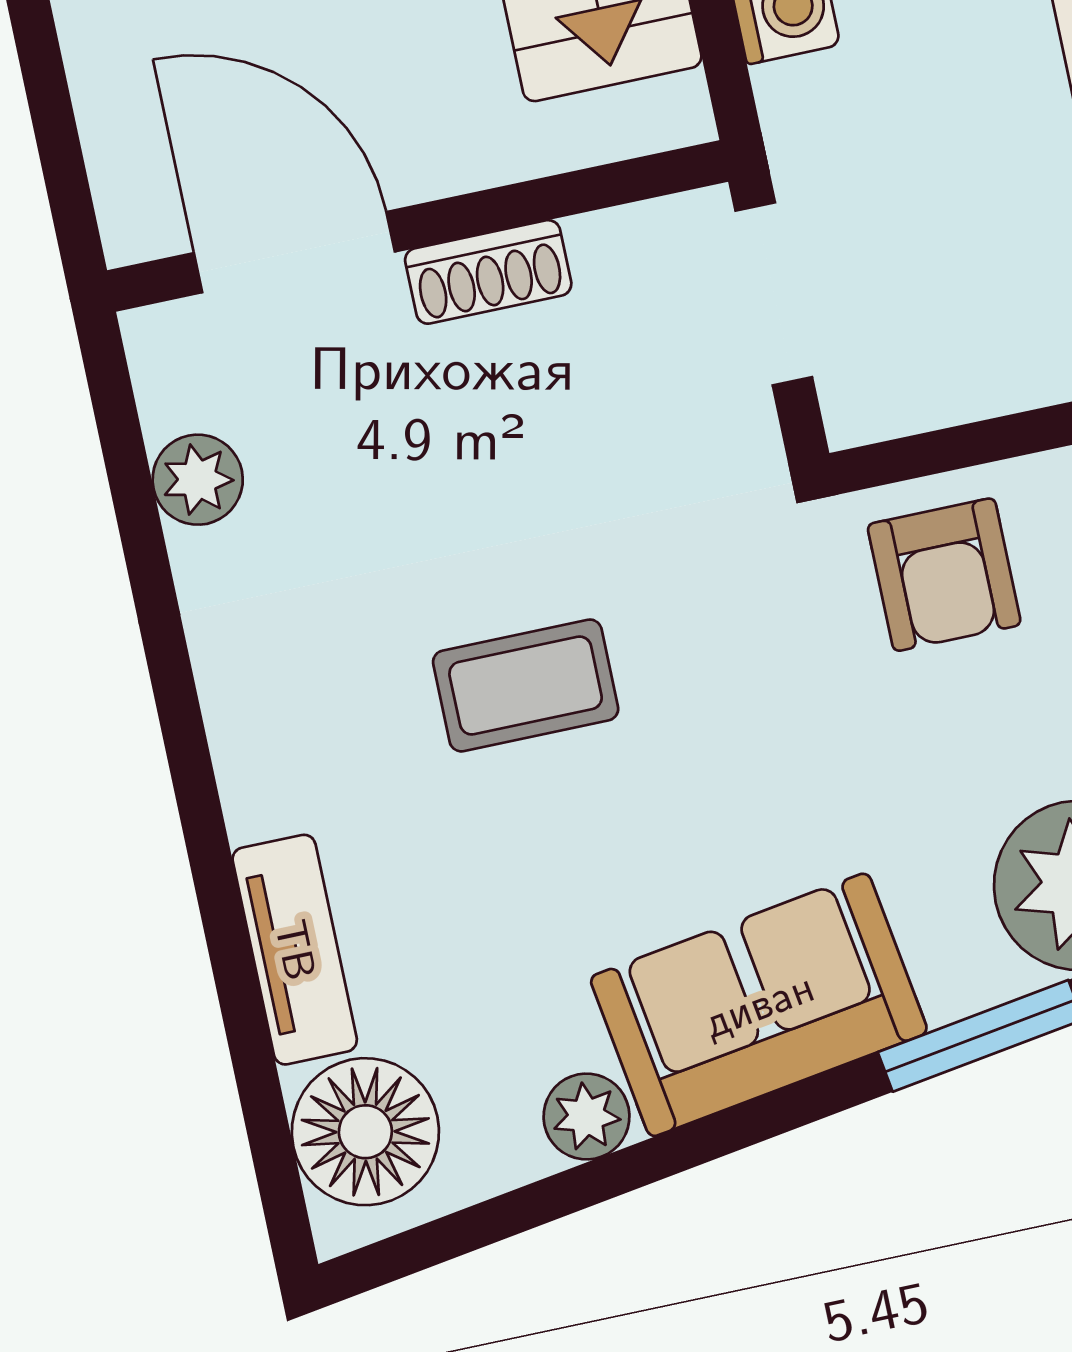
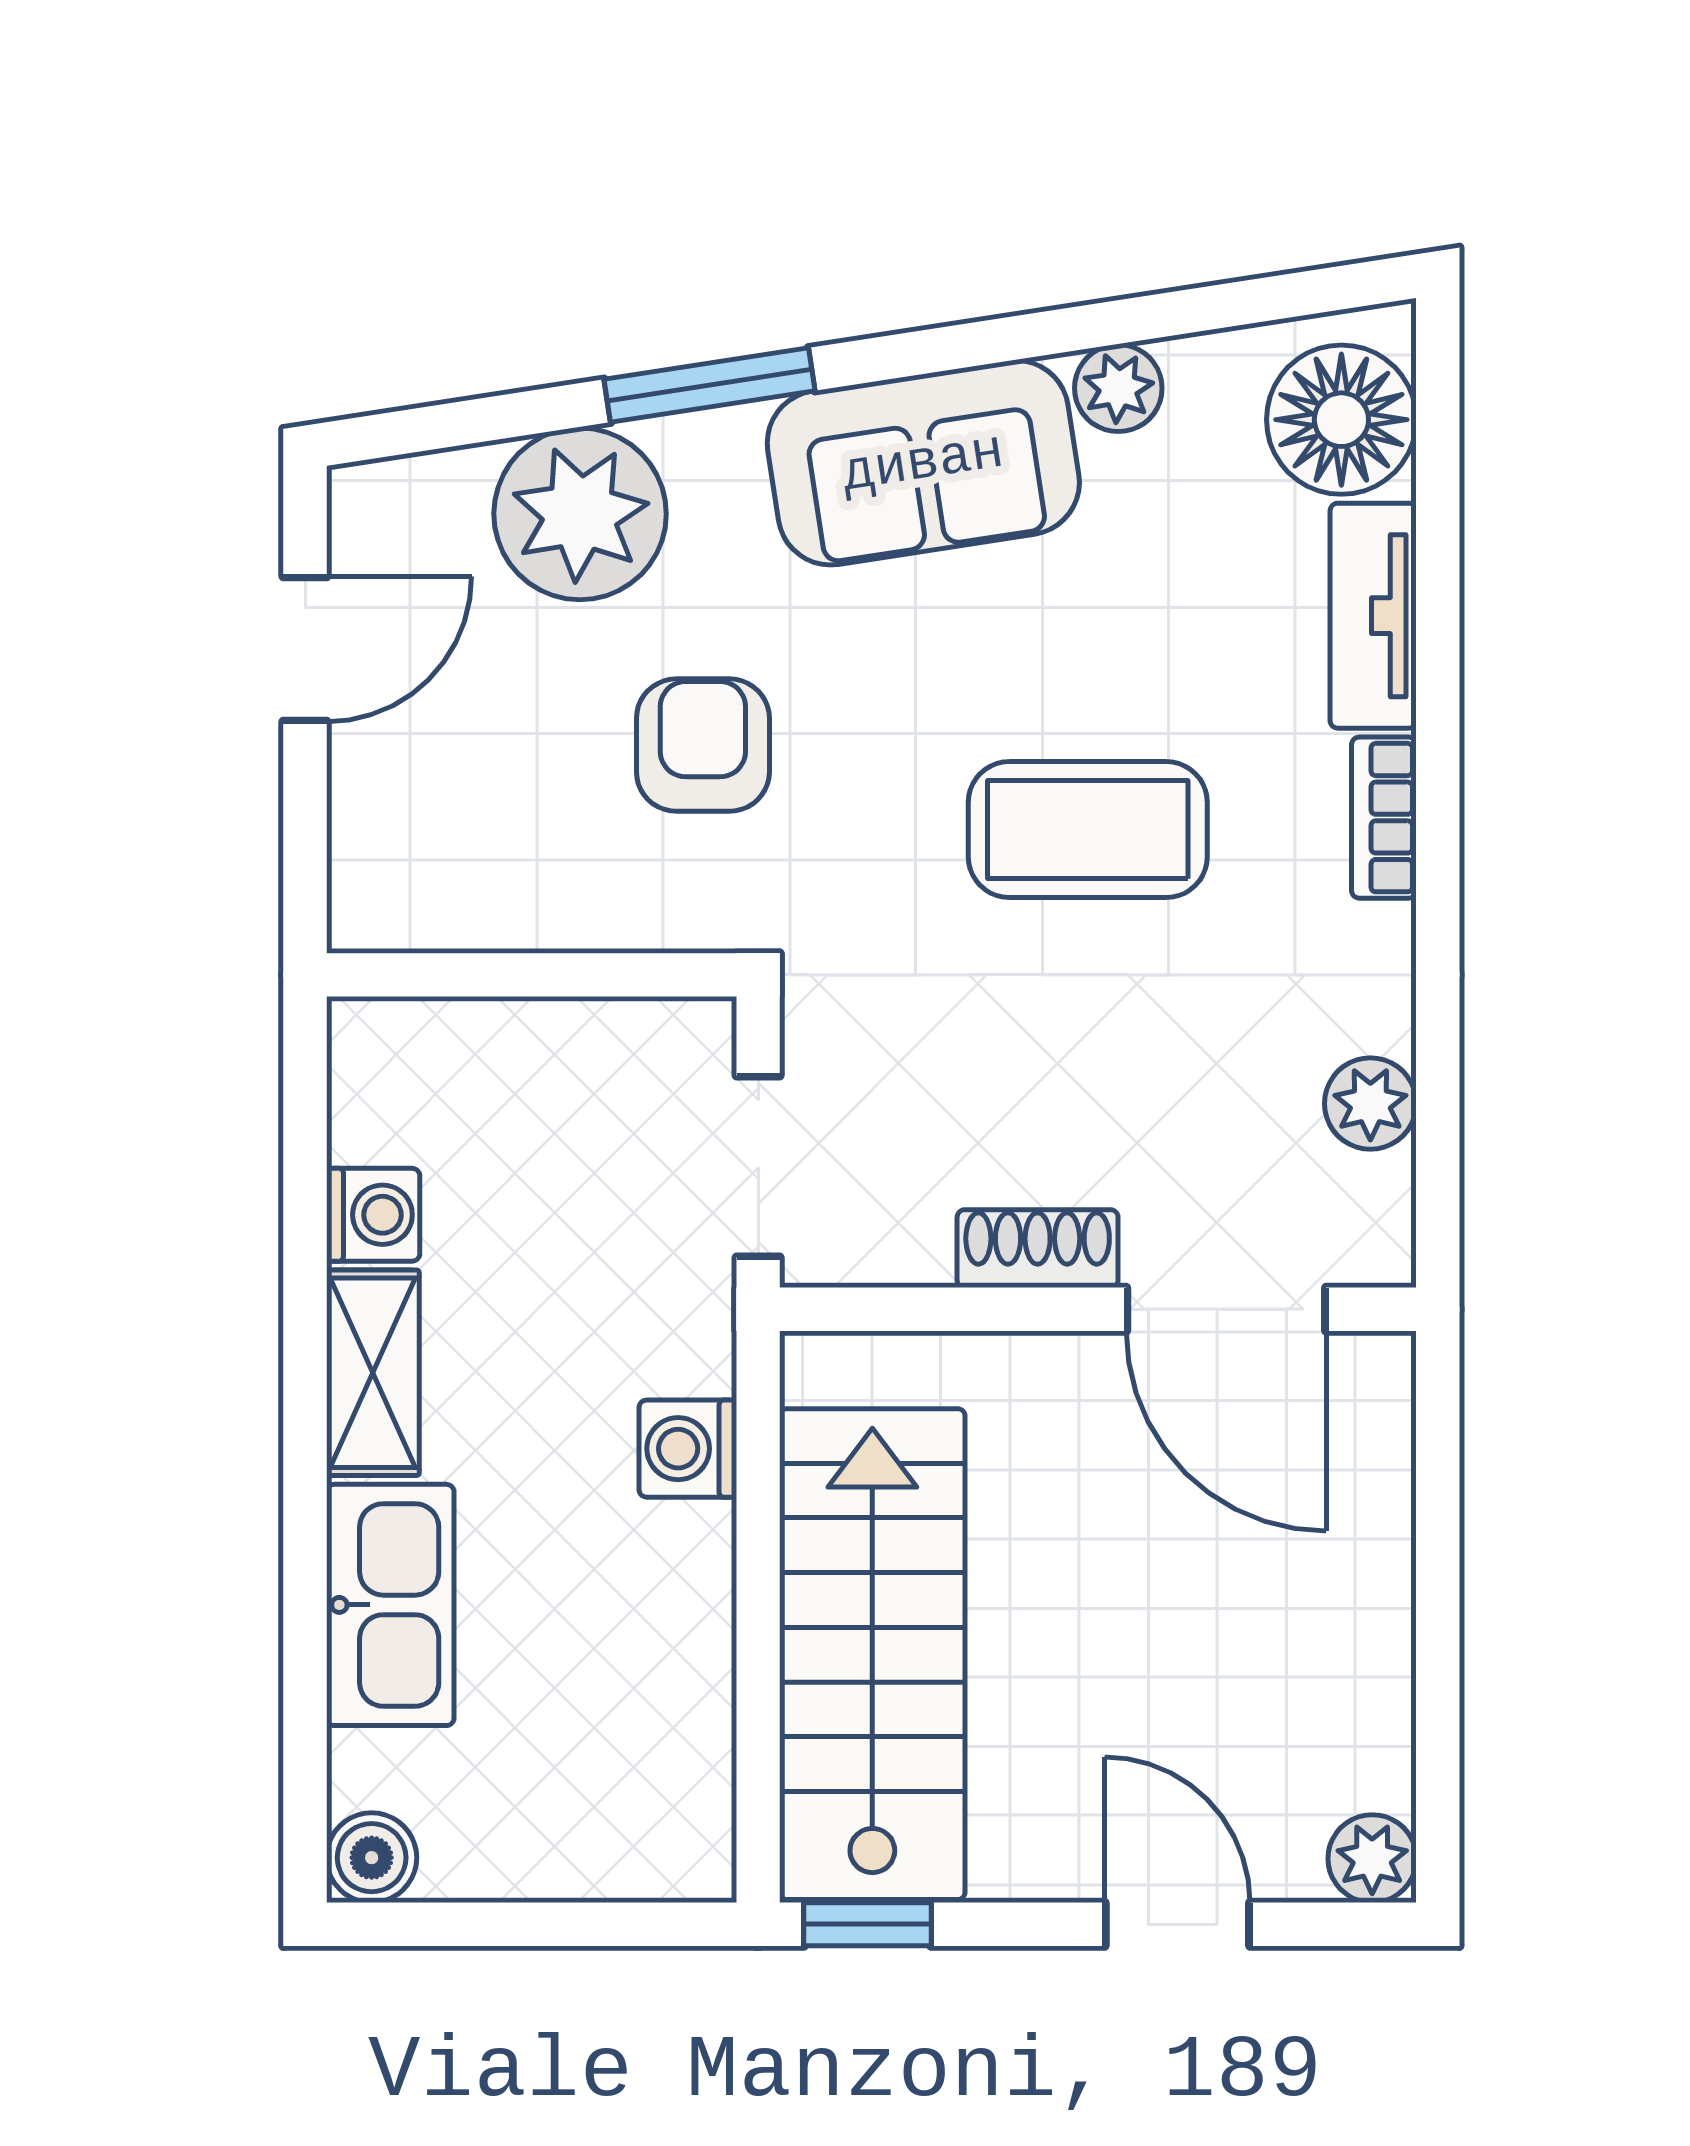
armchair: (944, 575) -> (703, 745), moved
coffee table: (526, 685) -> (1088, 830), width x1.36, depth x1.30
bookcase: (243, 758) -> (1384, 818), added

